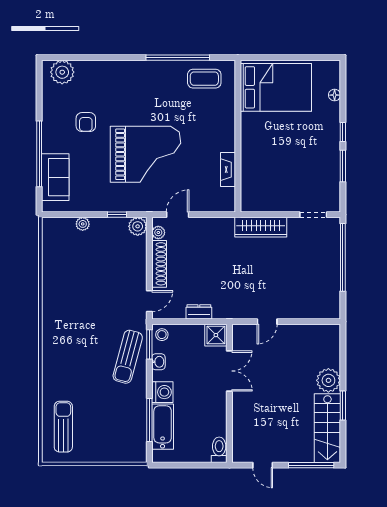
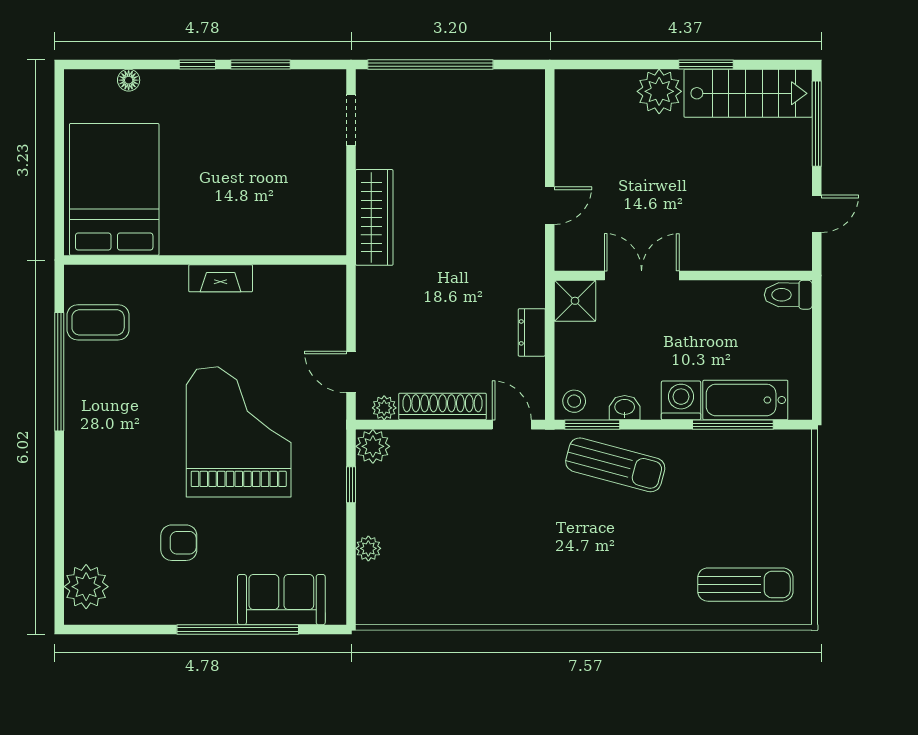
coffee table: (204, 79) -> (98, 322), turned 90
fireplace: (228, 170) -> (221, 278), moved
door: (267, 322) -> (550, 206), hinge flipped
sun lounger: (63, 427) -> (745, 585), turned 180

